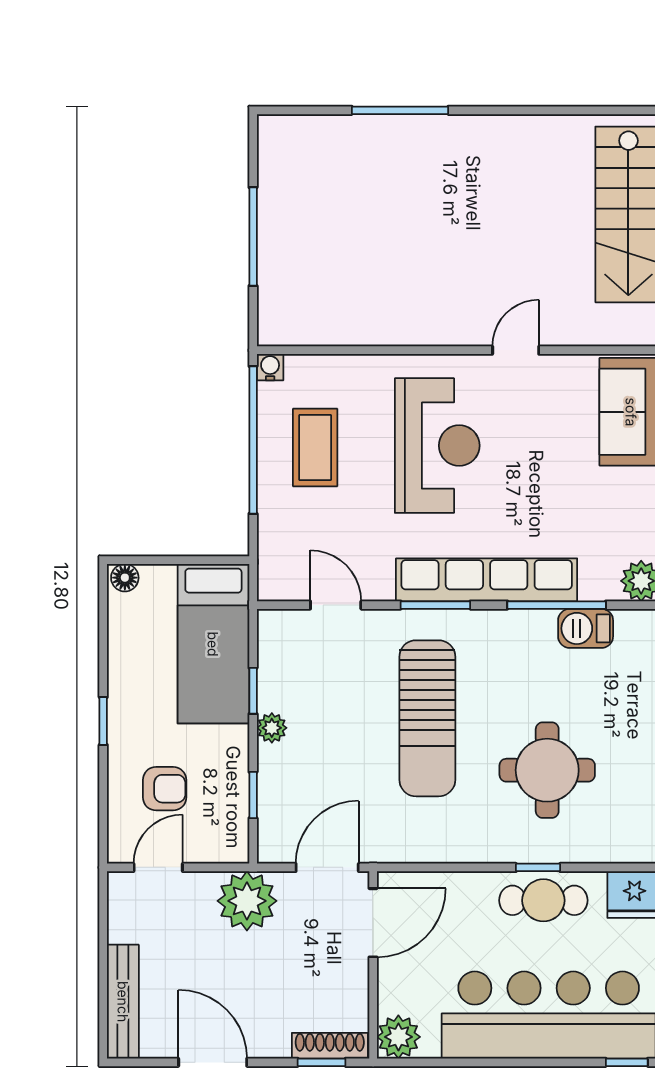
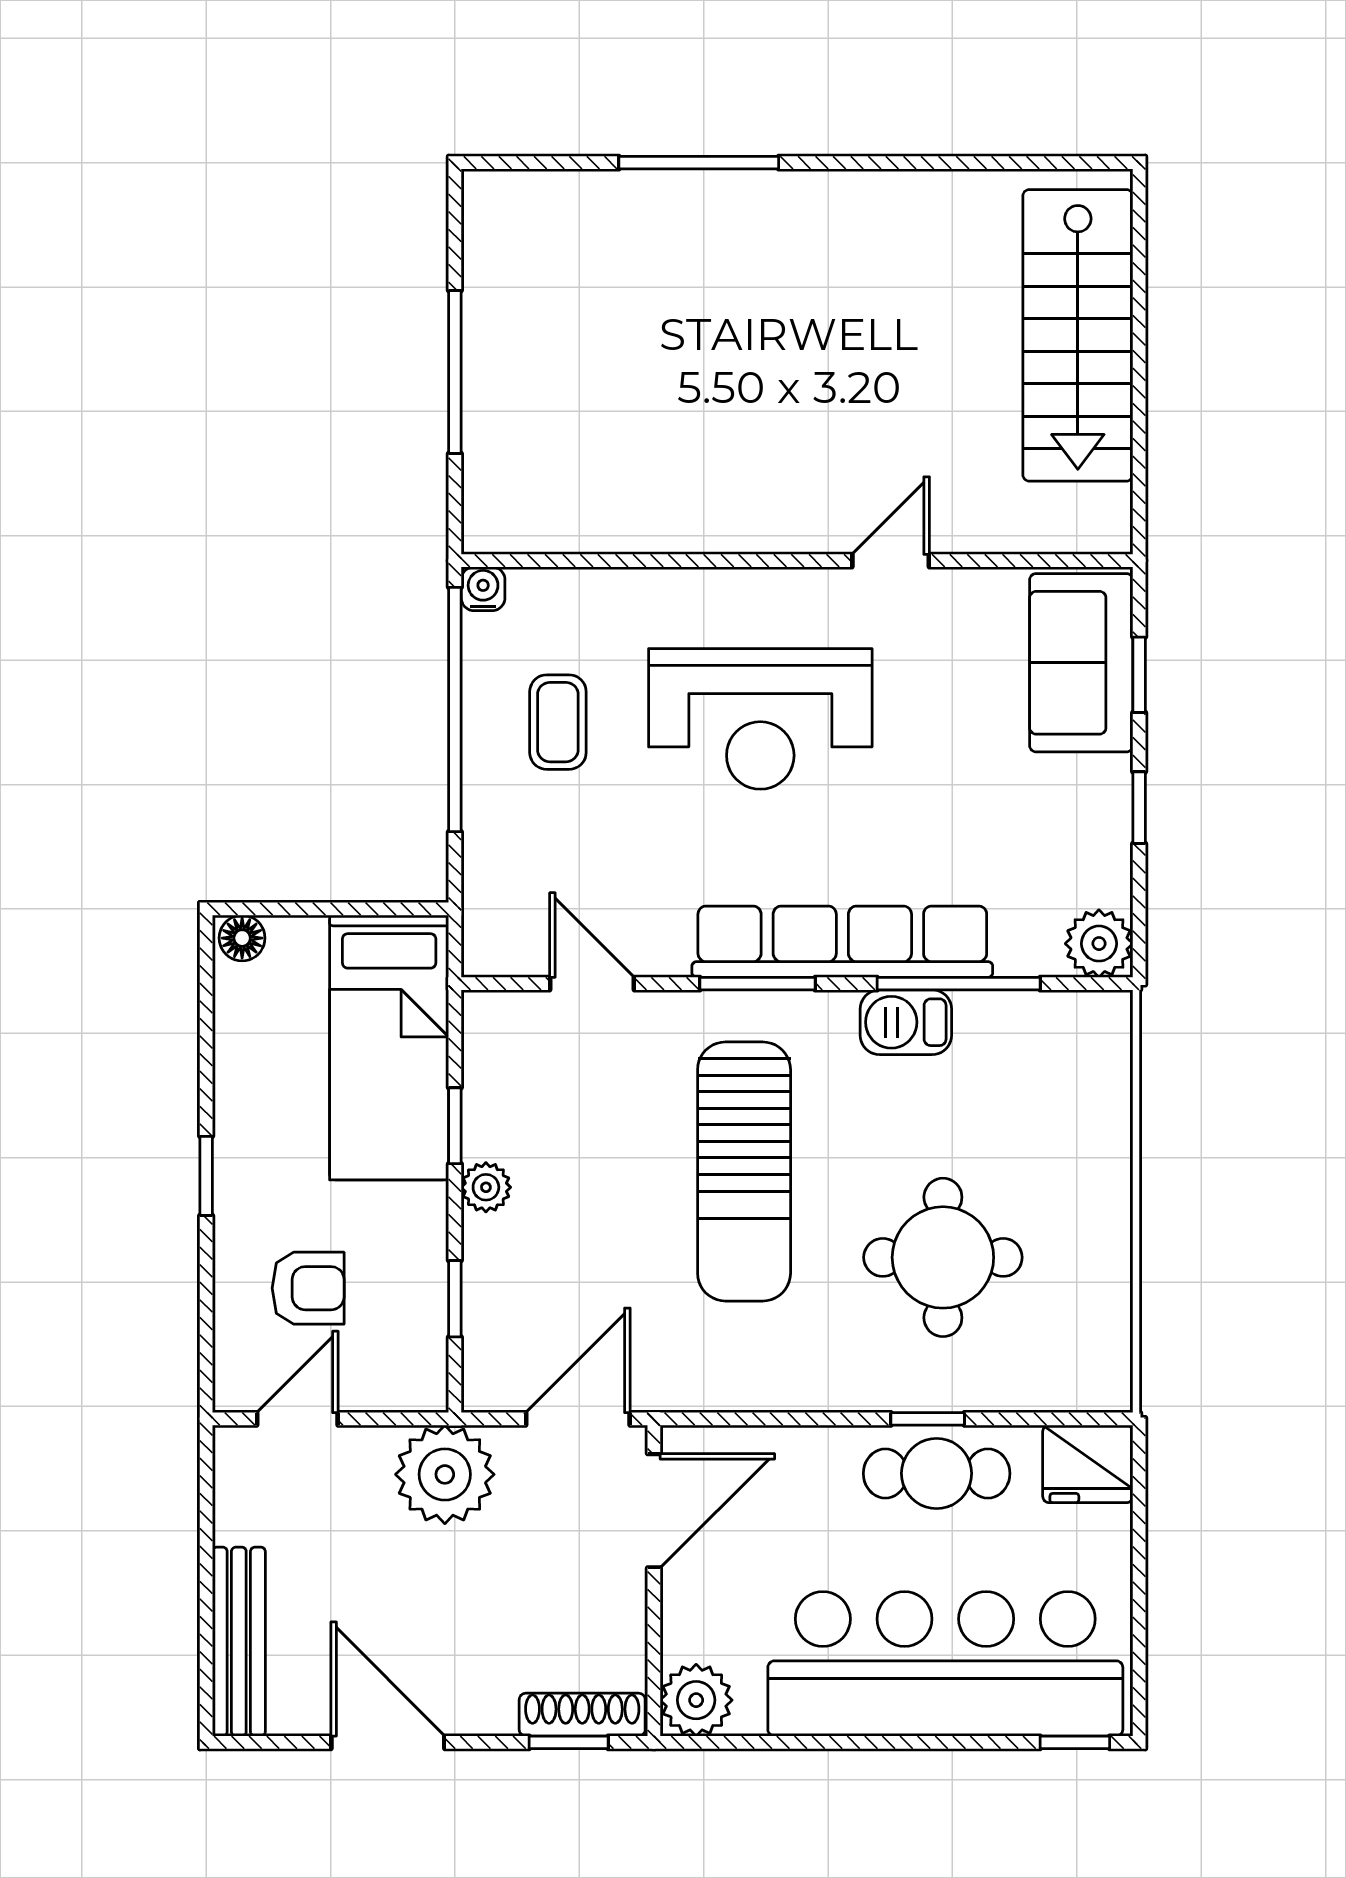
reception desk: (437, 446) -> (760, 719), turned 90
coffee table: (315, 448) -> (558, 722), width x0.73, depth x0.77
barbecue: (586, 628) -> (906, 1022), moved

